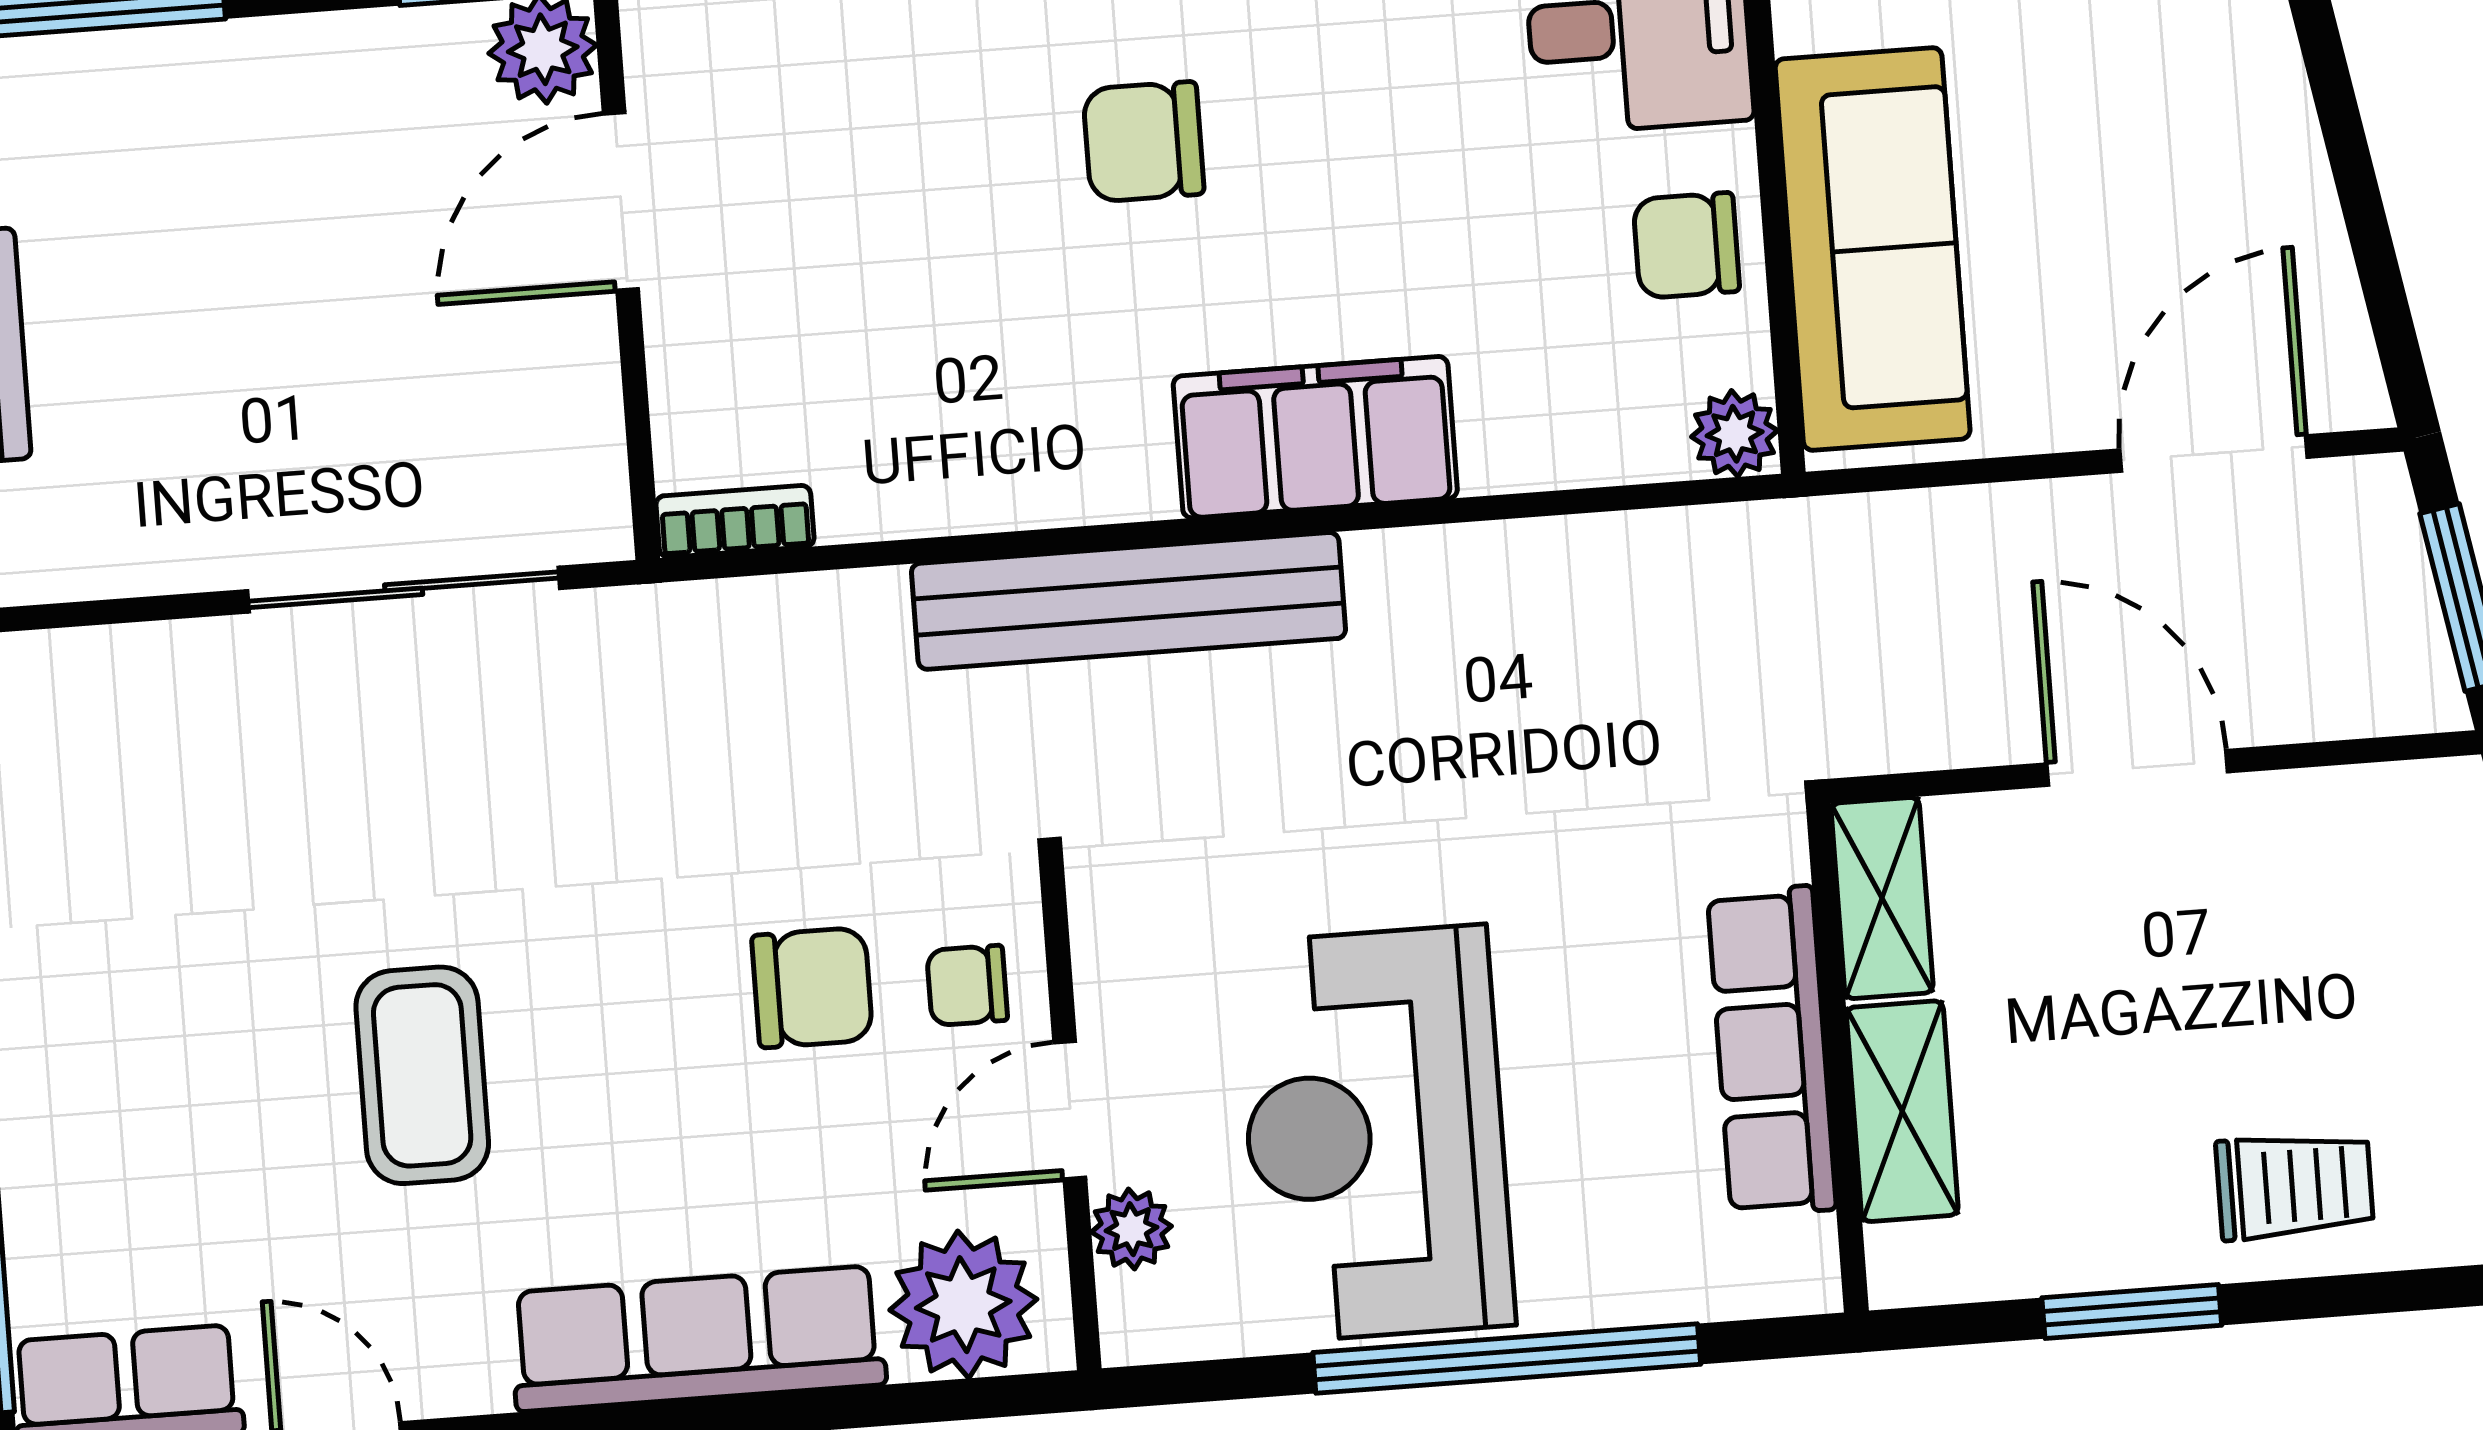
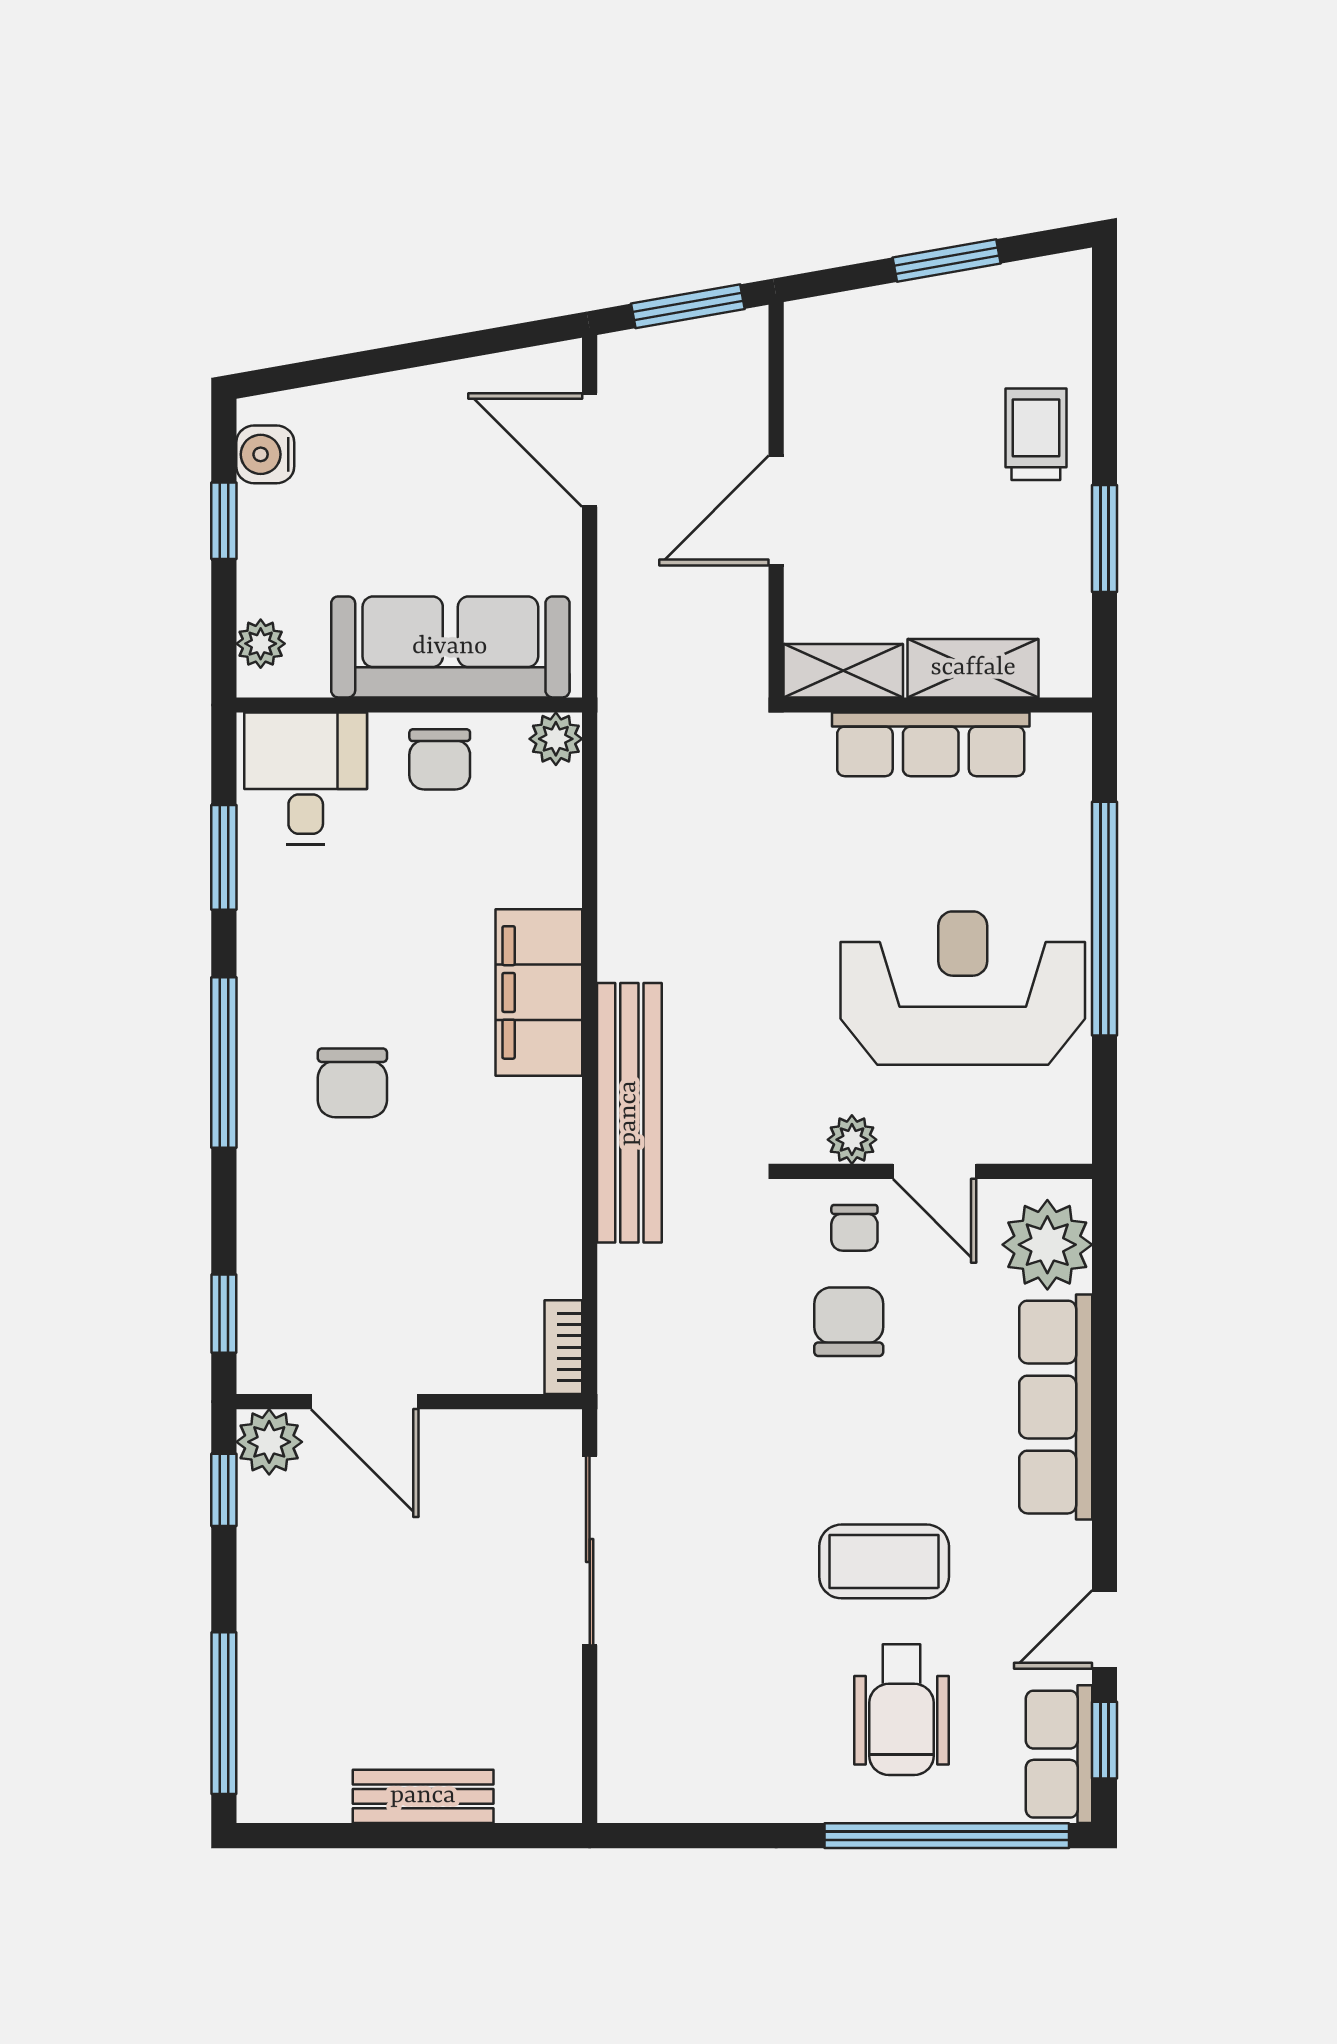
wheelchair: (180, 1122) -> (902, 1710), added
reception desk: (1375, 1134) -> (963, 988), turned 180
plant: (1132, 1229) -> (852, 1140), moved

